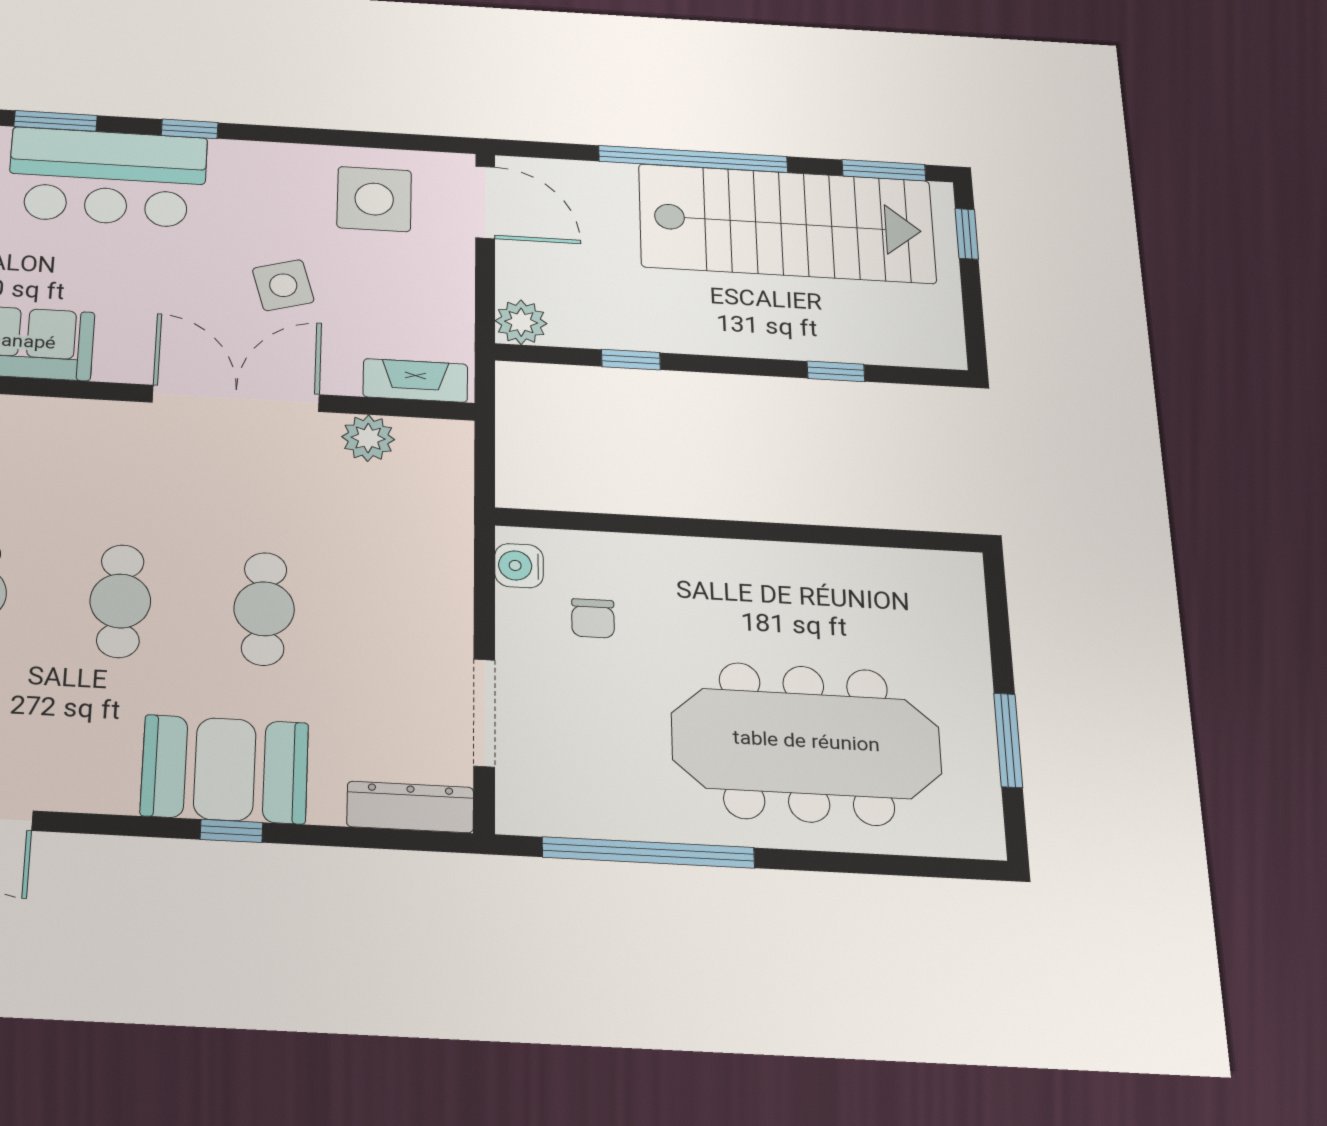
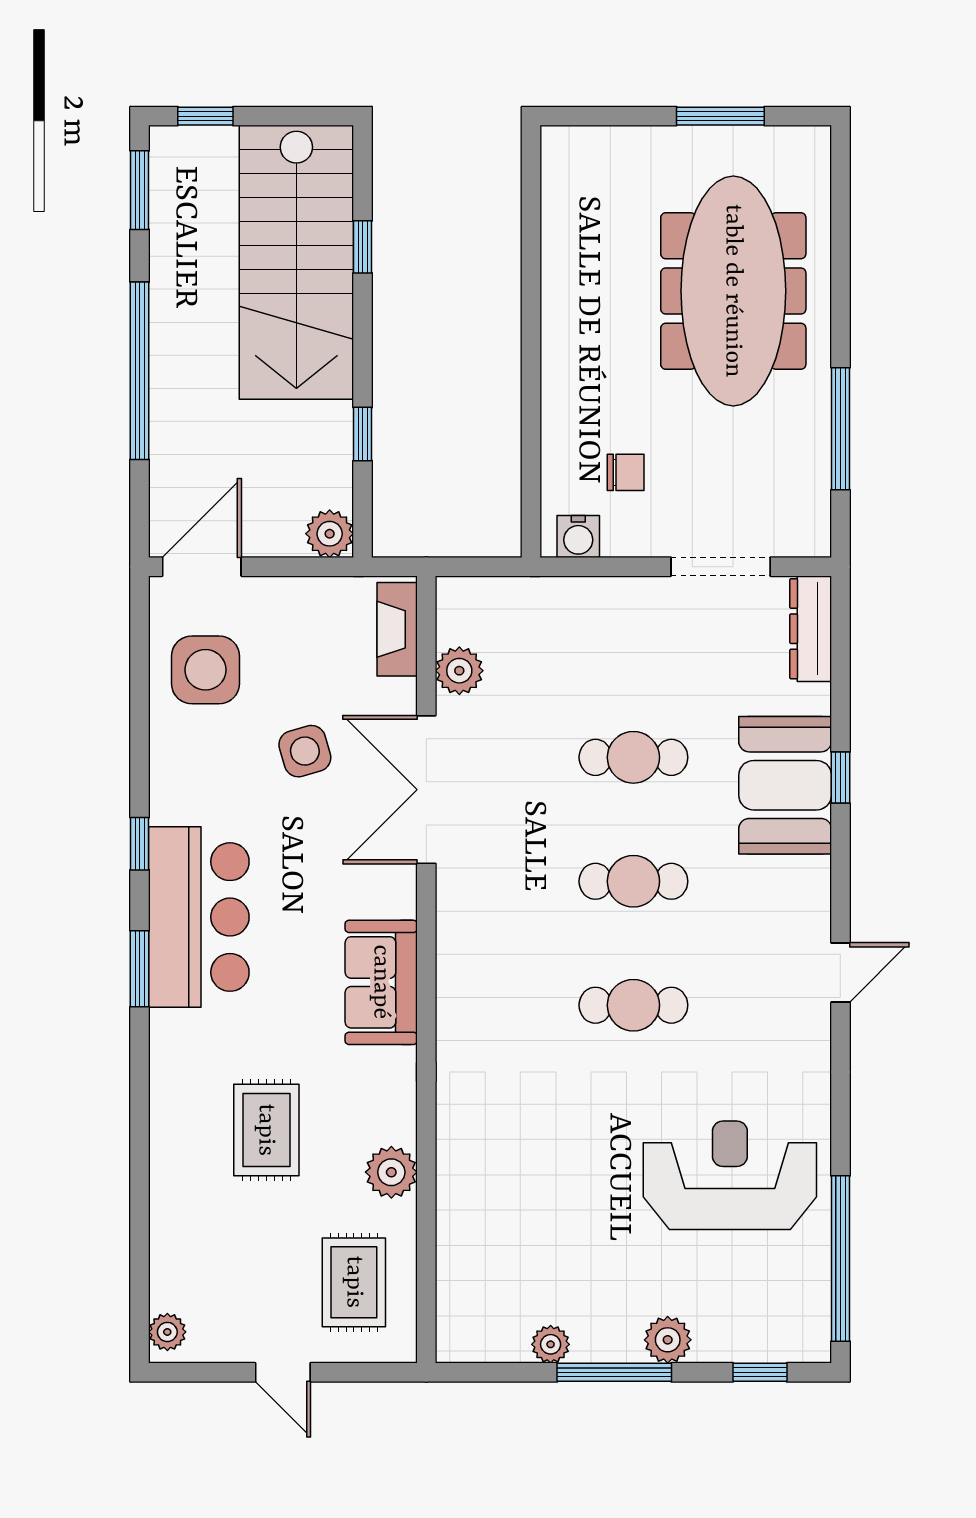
stairs: (787, 224) -> (296, 262), moved, turned 180
window: (648, 852) -> (840, 429), width x0.68

